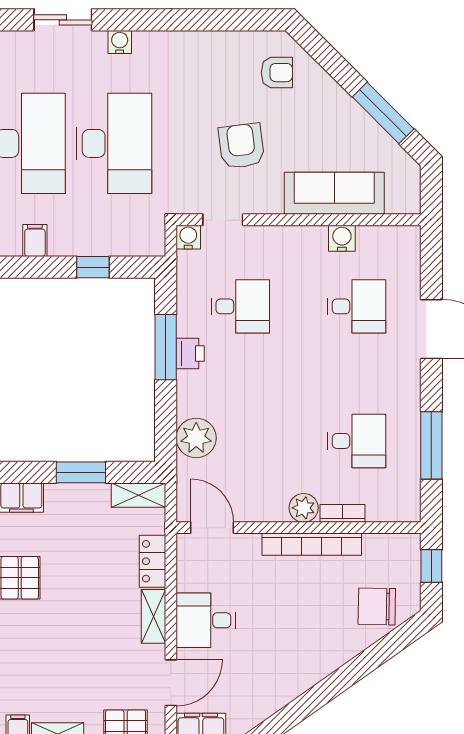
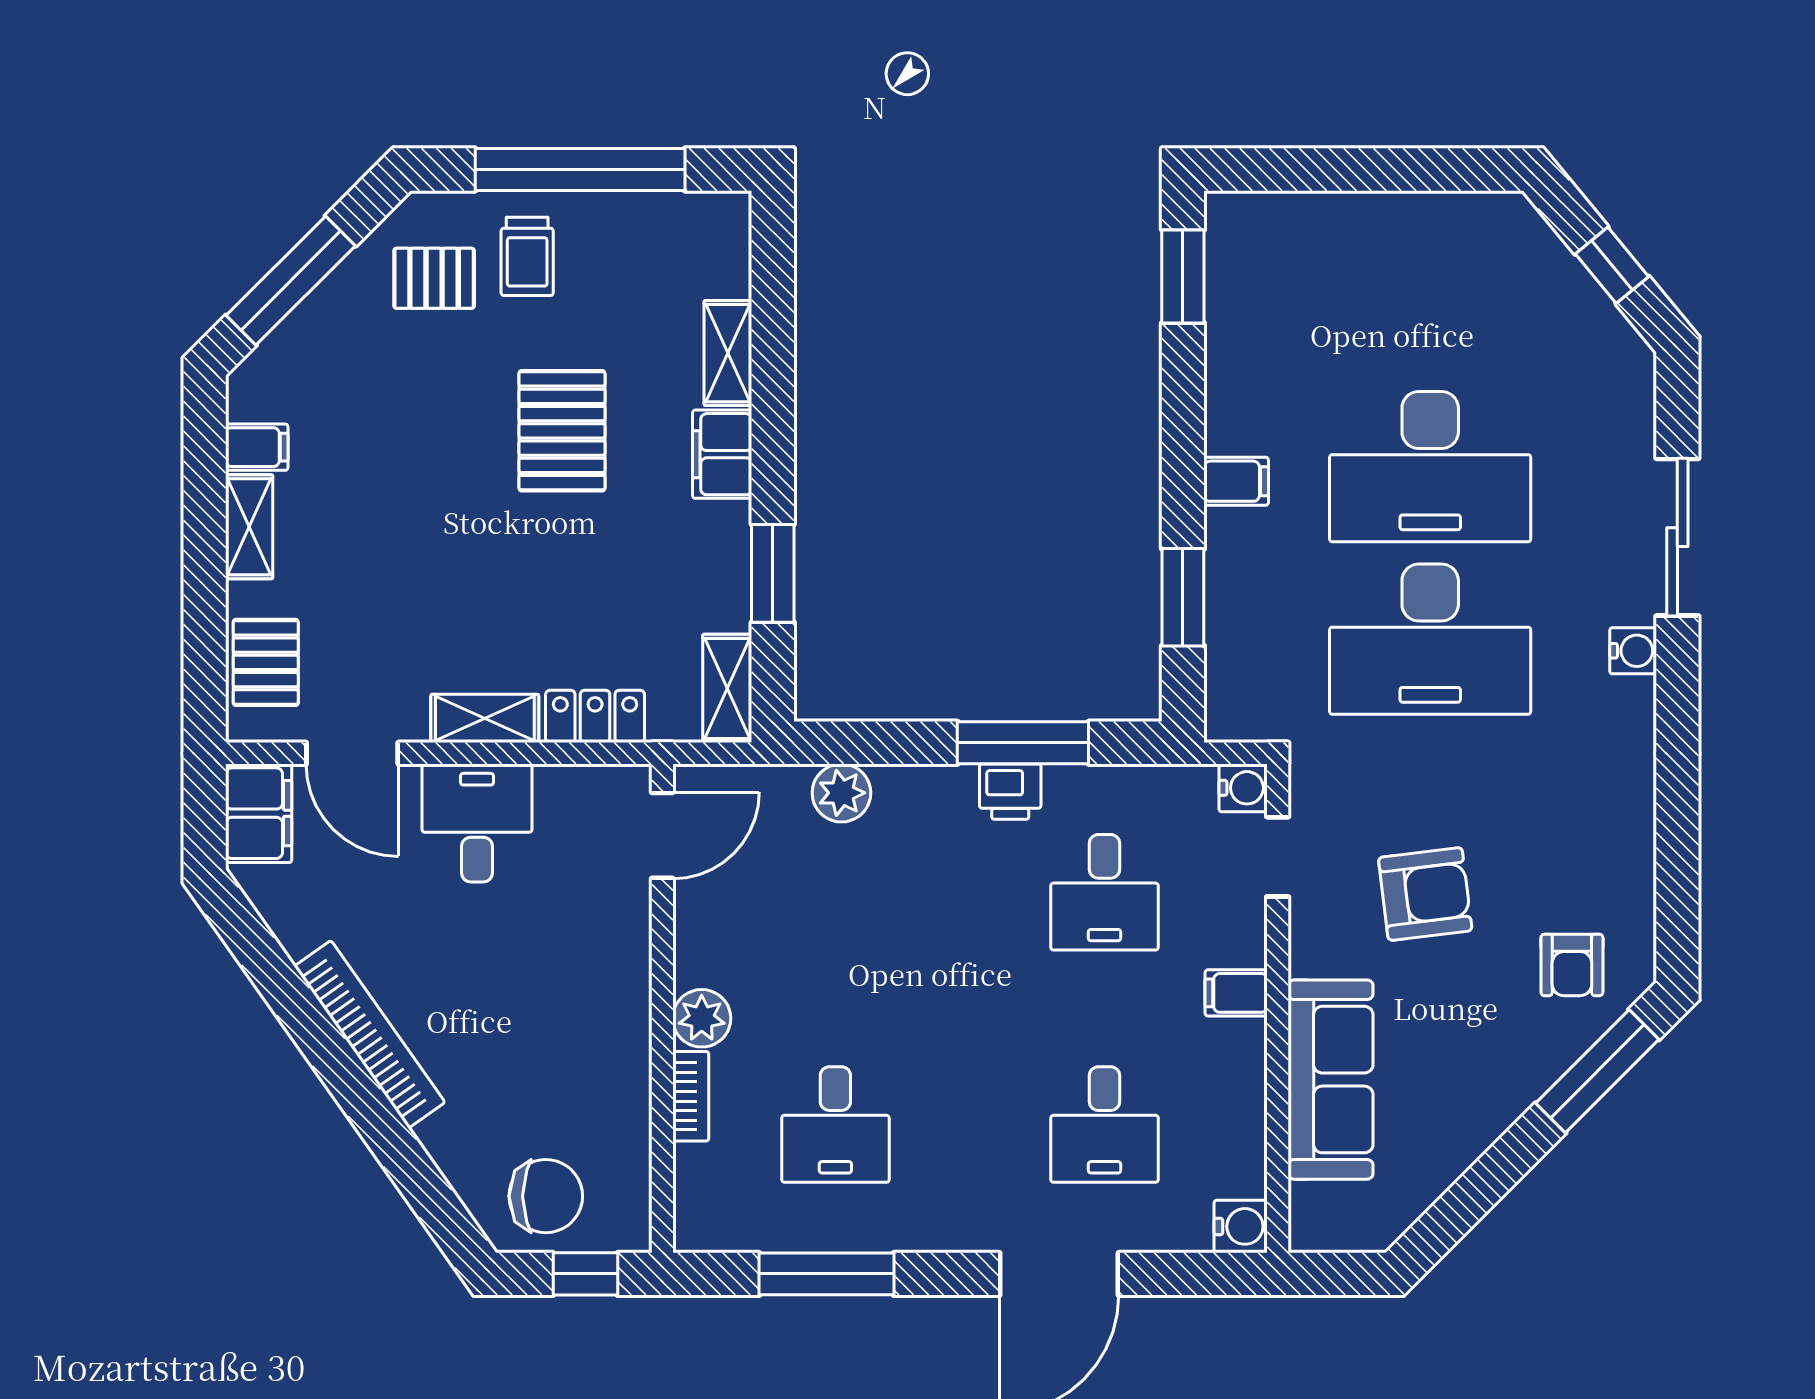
sliding door: (63, 20) -> (1677, 537), width x1.37
window: (383, 113) -> (1597, 1071), moved
water cooler: (342, 238) -> (1241, 1226), moved
filing cabinet: (291, 241) -> (1236, 993), added
window: (93, 267) -> (1183, 597), width x1.50
plant: (196, 438) -> (841, 793), width x0.73, depth x0.73
bookcase: (312, 544) -> (369, 1034), moved, turned 145
chair: (377, 606) -> (546, 1196), moved, turned 89

